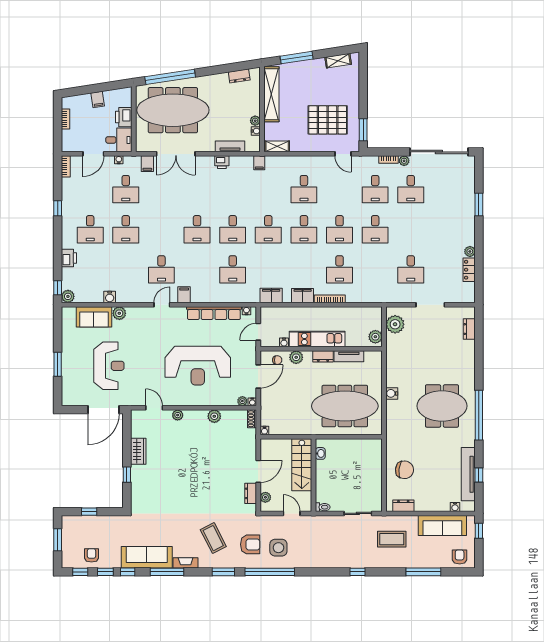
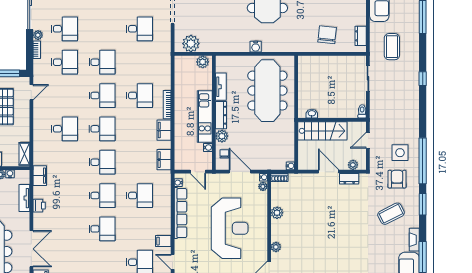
filing cabinet: (259, 163) -> (40, 176), width x2.00
dresser: (323, 356) -> (221, 115), width x1.44

